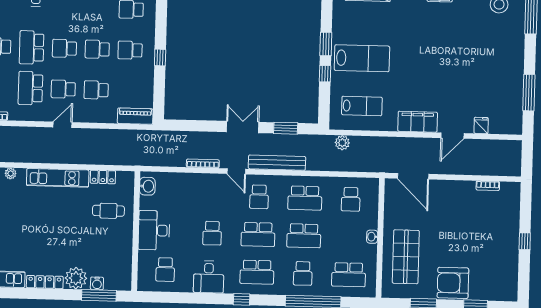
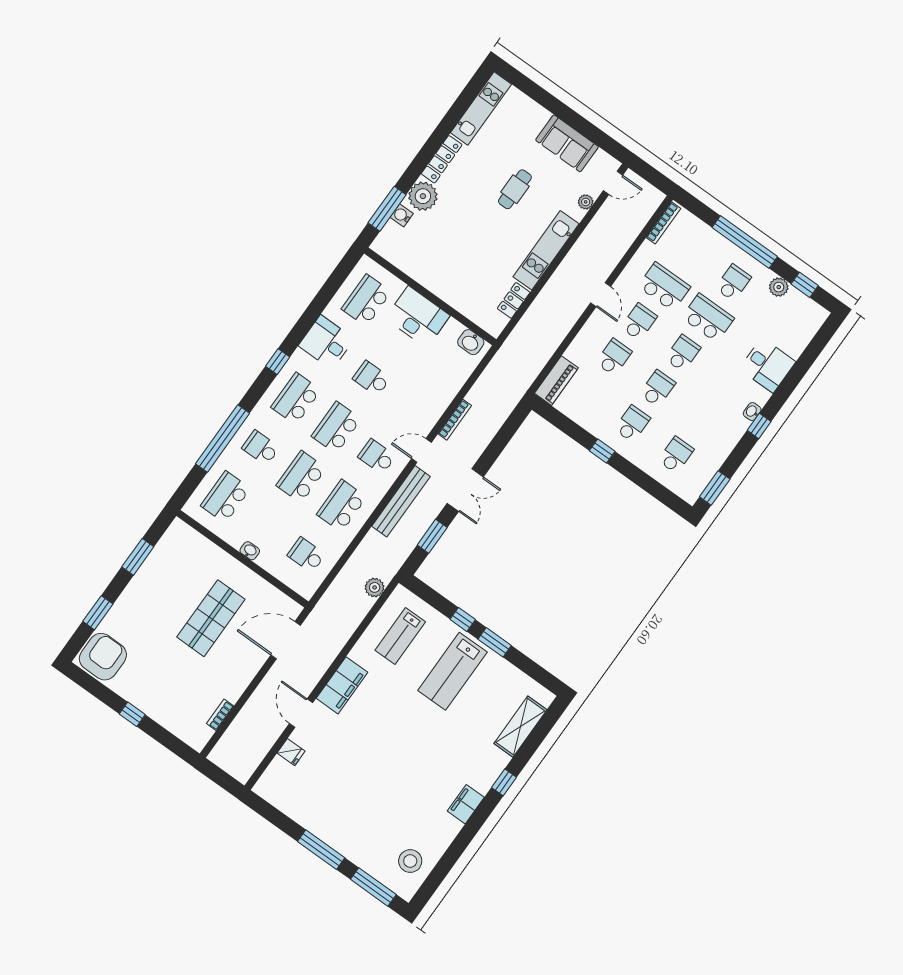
window: (529, 93) -> (321, 850), moved
cafe table: (108, 211) -> (515, 189), moved
shop shelf: (406, 257) -> (211, 618), moved, turned 90
school desk: (165, 270) -> (366, 300), width x1.85
armchair: (453, 283) -> (103, 657), moved

